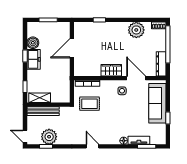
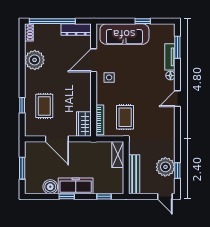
rug: (99, 38) -> (44, 106), added
freezer: (34, 59) -> (76, 186), width x1.40
wardrobe: (111, 70) -> (84, 124), moved
shelving: (40, 98) -> (118, 155), moved
door: (25, 136) -> (165, 196), hinge flipped
door: (92, 146) -> (177, 99), moved

